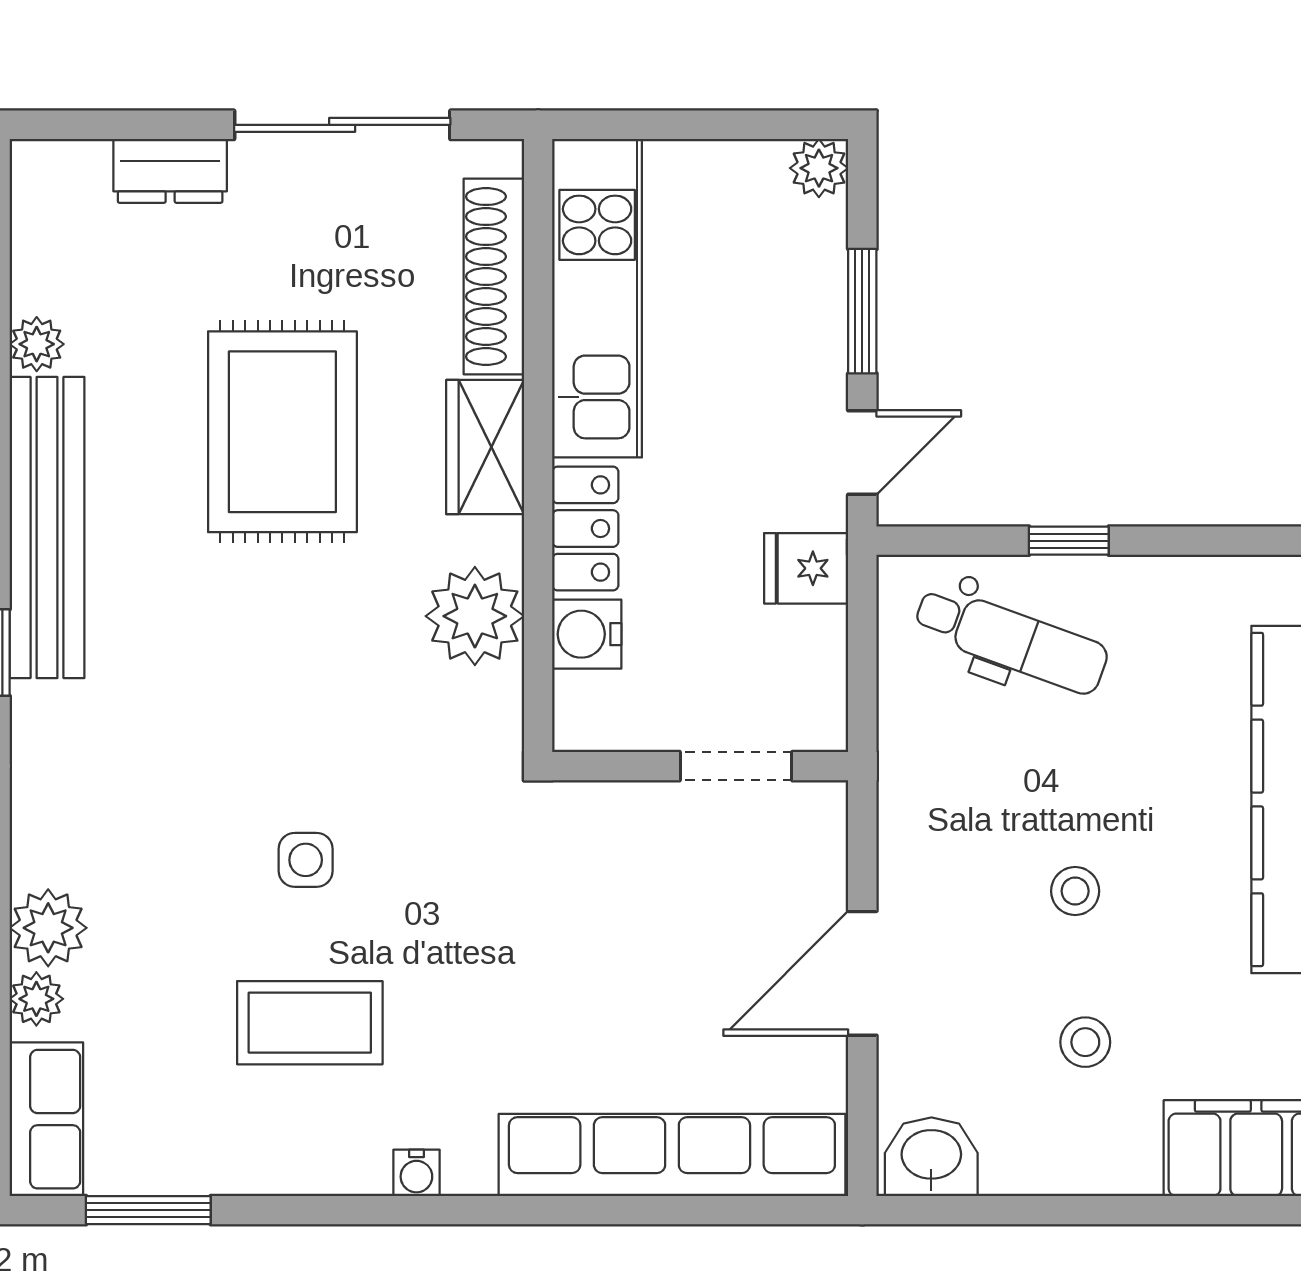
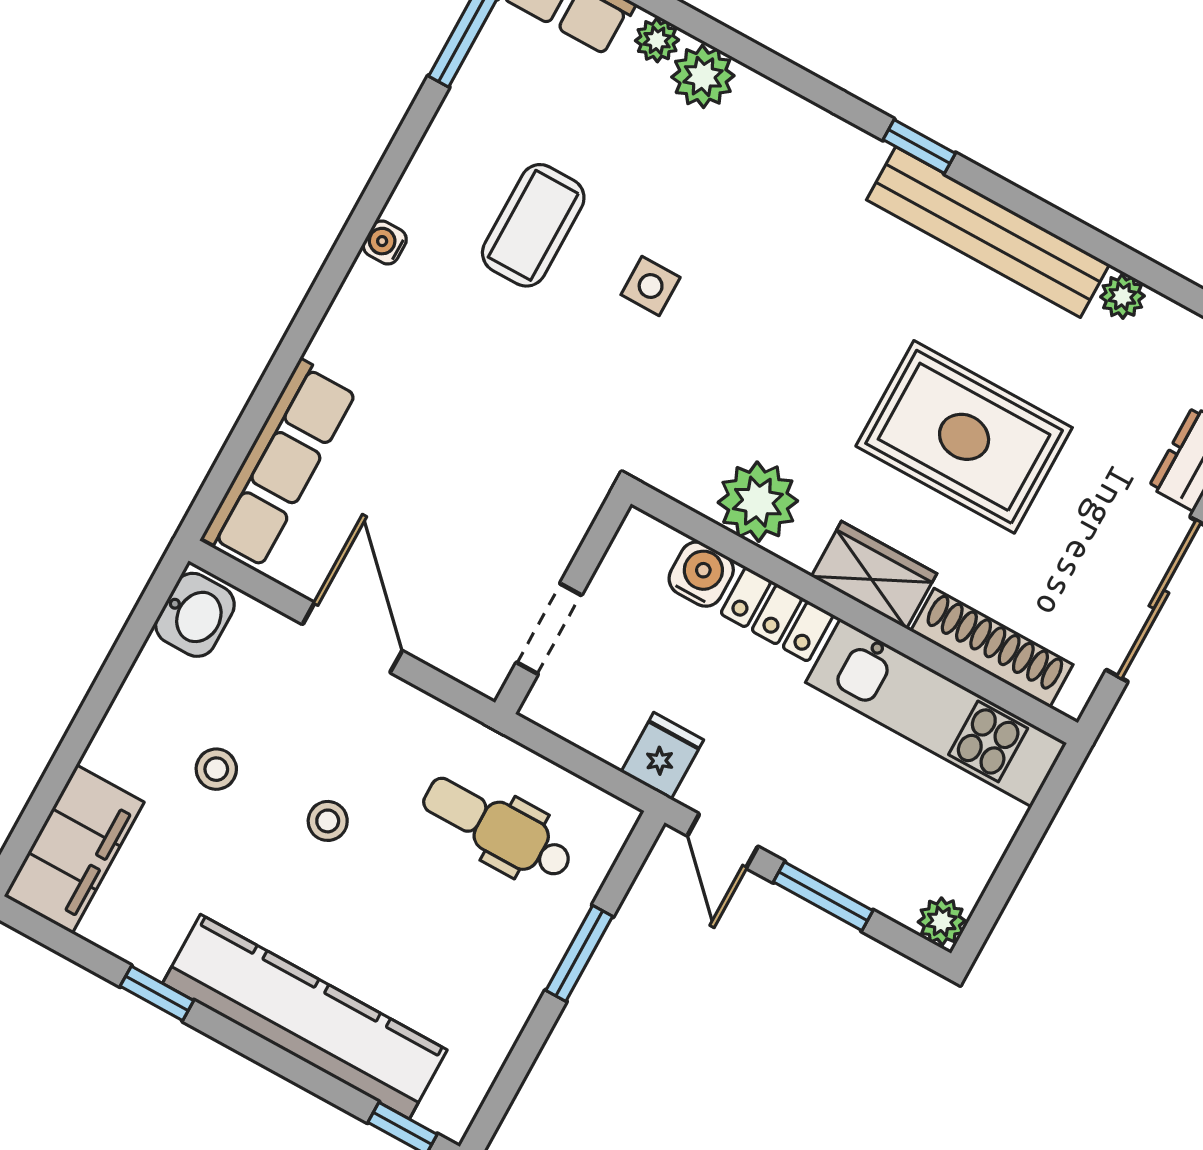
window: (1069, 541) -> (579, 953), width x1.50
dental chair: (1011, 640) -> (497, 828), moved, turned 70
row of seats: (672, 1155) -> (279, 464), width x0.73

